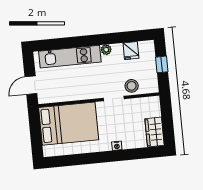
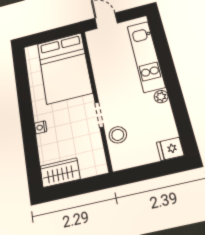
fridge: (131, 51) -> (170, 149), moved
window: (162, 64) -> (152, 171), removed

